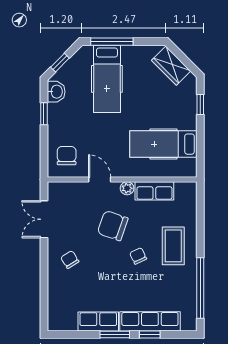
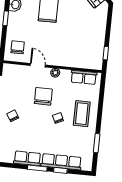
window: (200, 104) -> (106, 53), moved
hospital bed: (163, 144) -> (82, 46), removed
row of seats: (154, 191) -> (84, 77), moved
chair: (113, 226) -> (43, 96), turned 71
window: (200, 288) -> (97, 143), width x0.47

